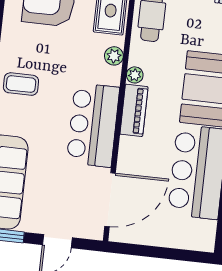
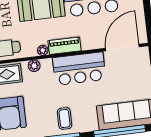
door: (110, 200) -> (122, 48), hinge flipped

